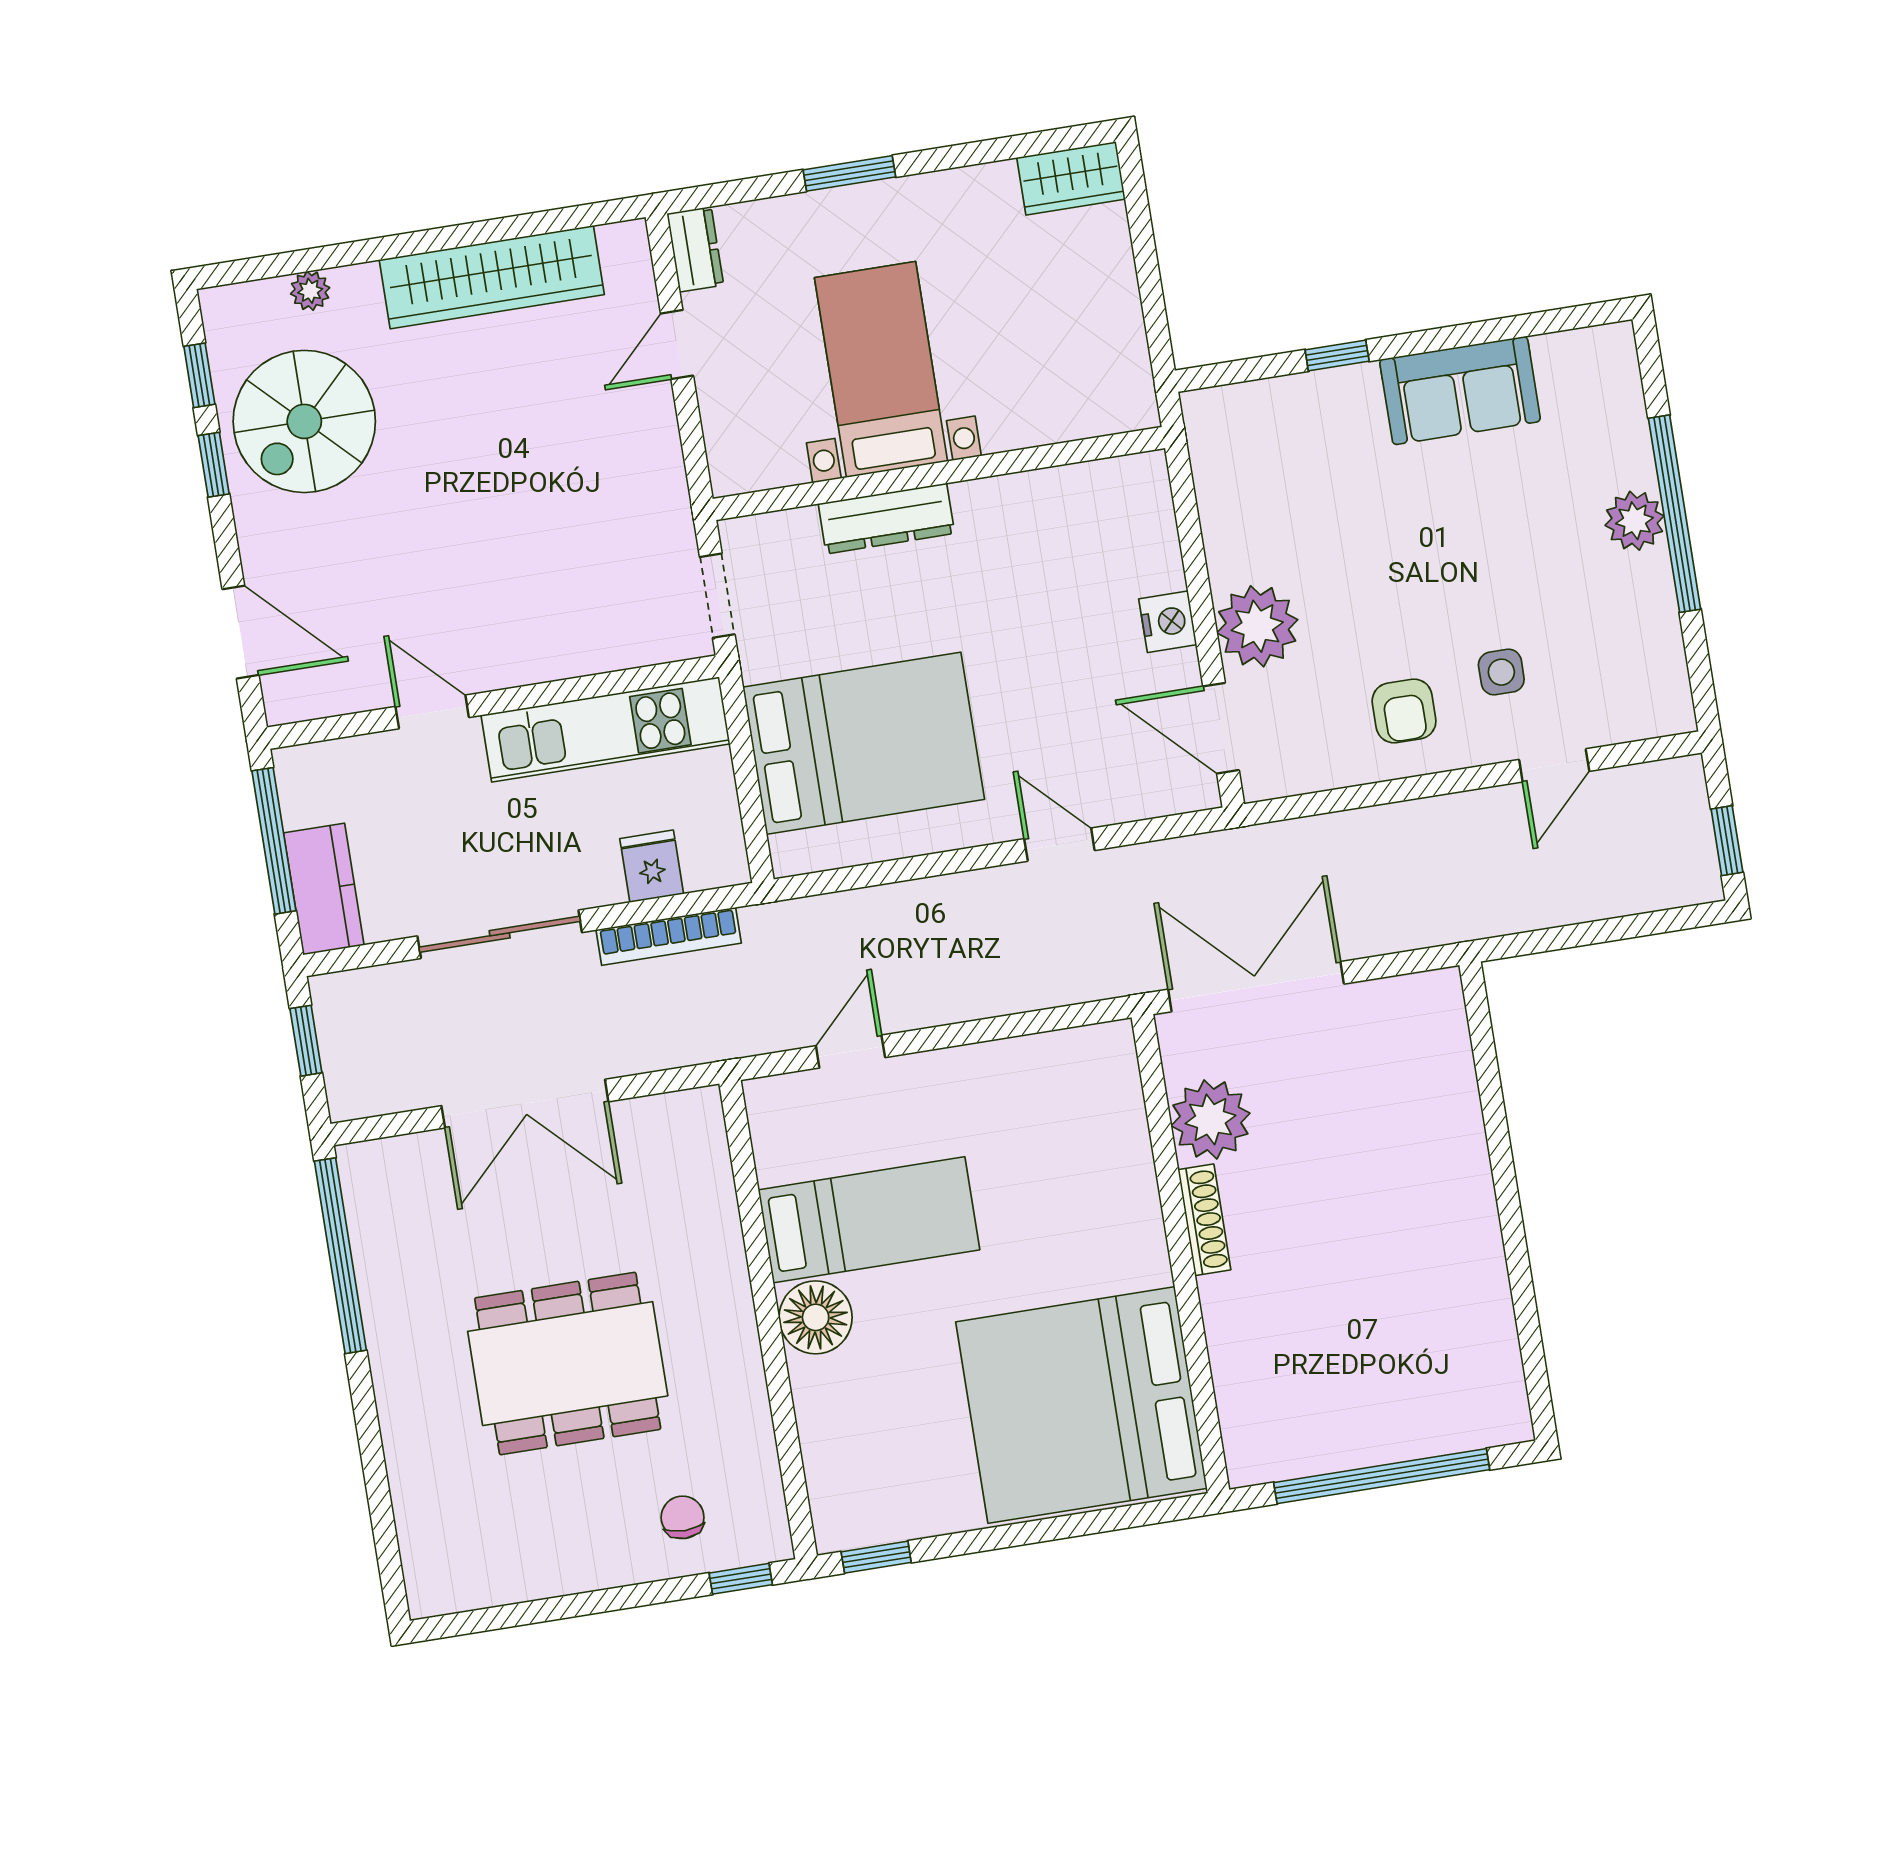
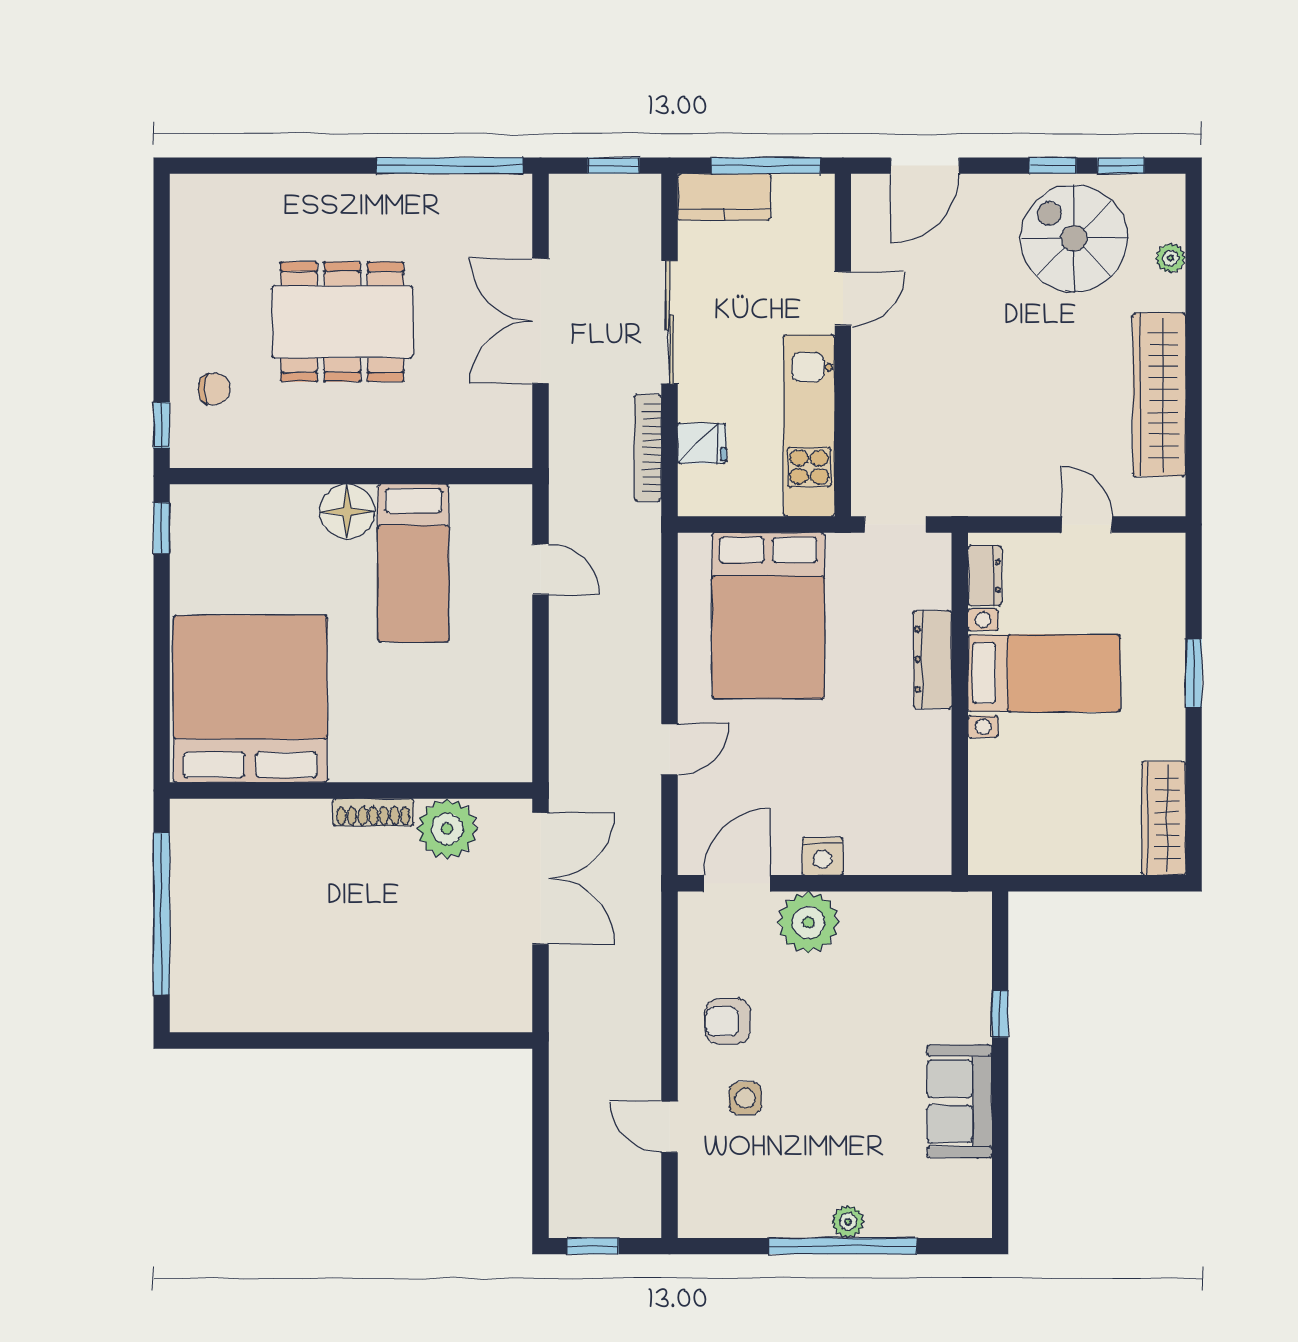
wardrobe: (1071, 178) -> (1164, 818), width x1.50
dresser: (695, 249) -> (985, 576), moved, turned -90
plant: (1635, 521) -> (848, 1222), width x0.73, depth x0.73
dining table: (568, 1364) -> (342, 322), turned 90

